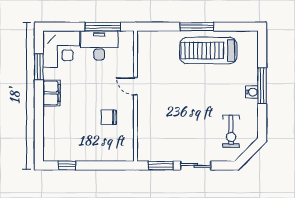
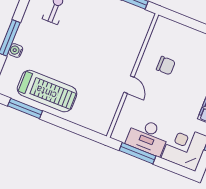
window: (197, 27) -> (25, 108), moved
water cooler: (252, 92) -> (16, 50), moved

